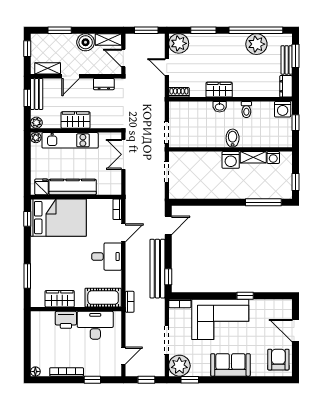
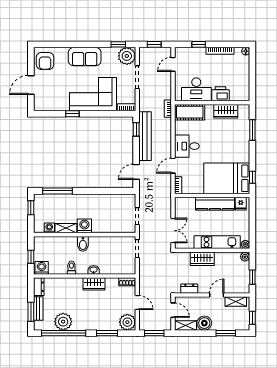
bench: (37, 94) -> (245, 280), removed
wardrobe: (76, 120) -> (202, 259), moved
door: (295, 331) -> (31, 85), swing flipped

